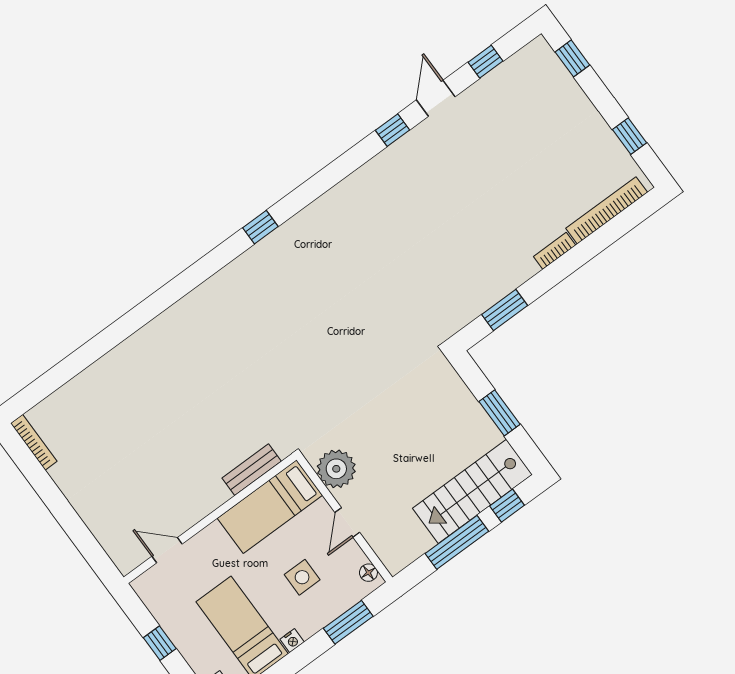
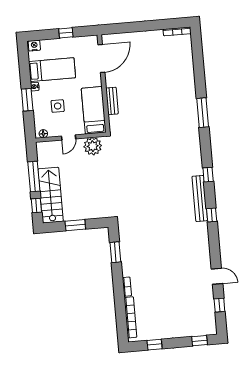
window: (392, 130) -> (212, 215), moved
bench: (313, 216) -> (200, 198), added
window: (154, 306) -> (203, 113), added
bench: (252, 470) -> (112, 101), moved
door: (347, 522) -> (69, 137), swing flipped
door: (167, 550) -> (101, 59), width x1.87
window: (348, 622) -> (27, 100), moved

